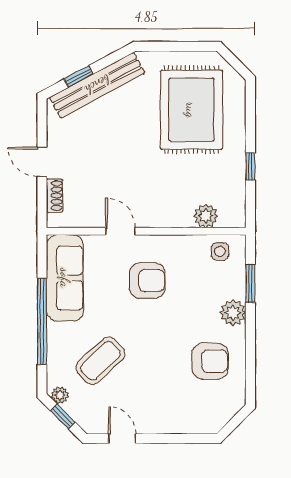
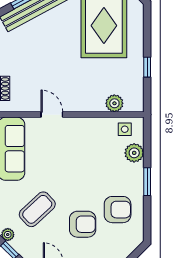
armchair: (147, 281) -> (83, 224), moved
window: (250, 283) -> (147, 182), moved
plant: (233, 313) -> (134, 153), moved

